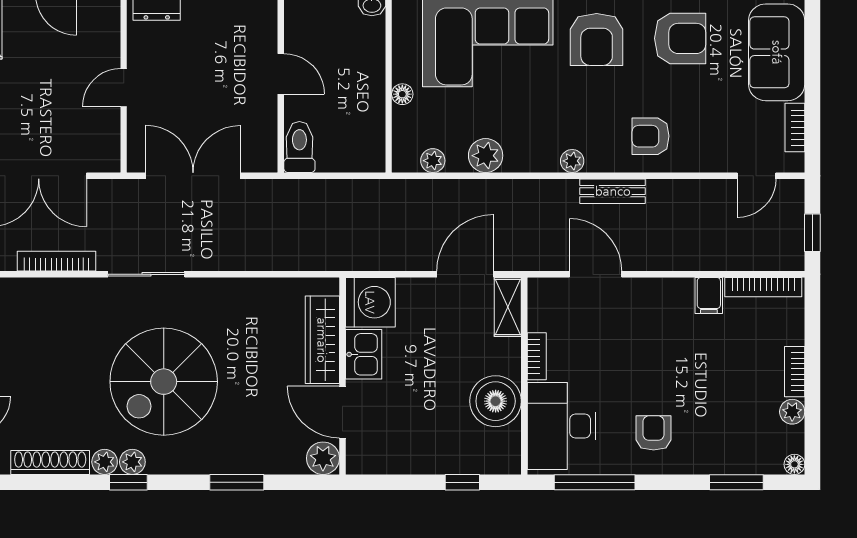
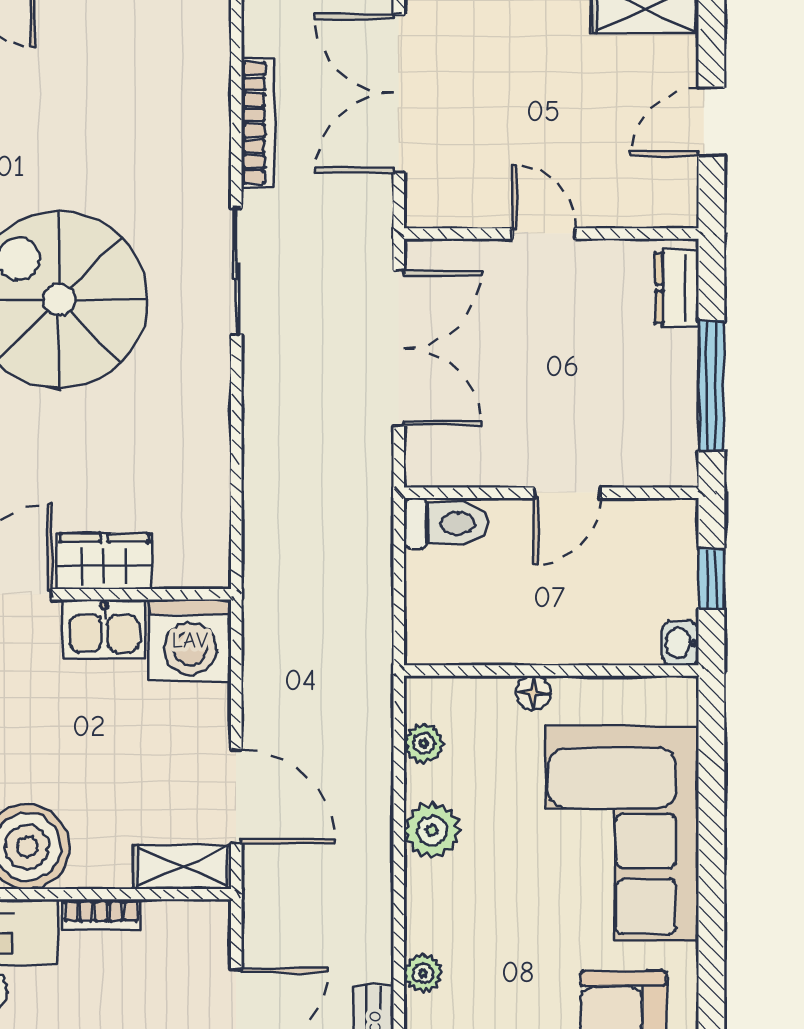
wardrobe: (322, 340) -> (104, 561), width x0.67

